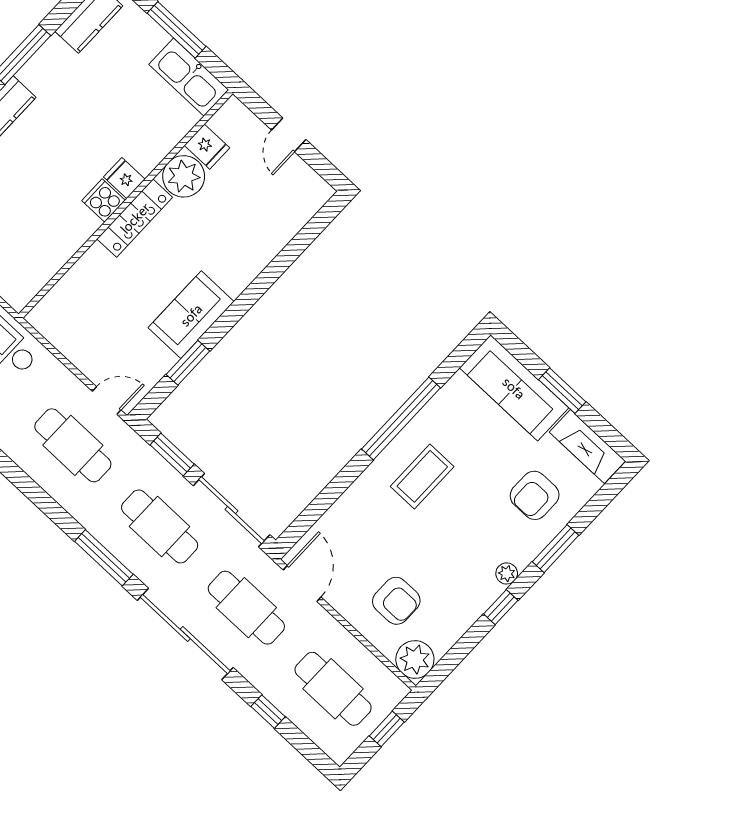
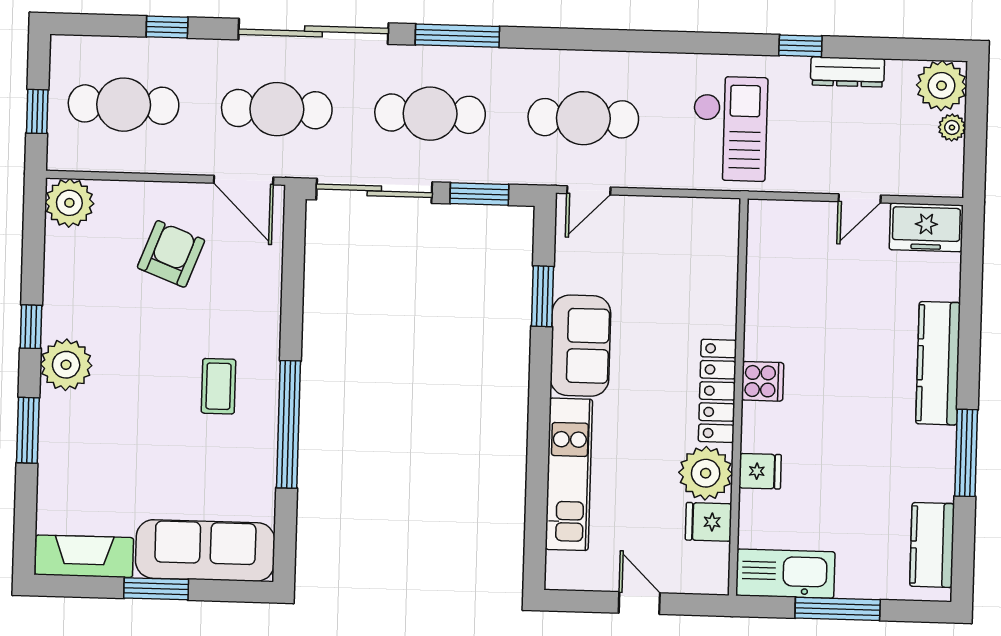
fridge: (124, 178) -> (760, 471), moved
kitchen unit: (264, 246) -> (569, 474), added
coffee table: (422, 476) -> (218, 386), width x0.73, depth x0.77
armchair: (535, 495) -> (94, 464), removed
plant: (507, 573) -> (66, 365), width x1.87, depth x1.87
armchair: (396, 601) -> (171, 254), moved, turned 111

